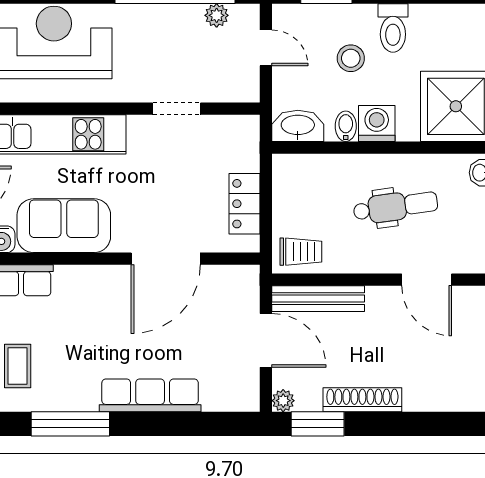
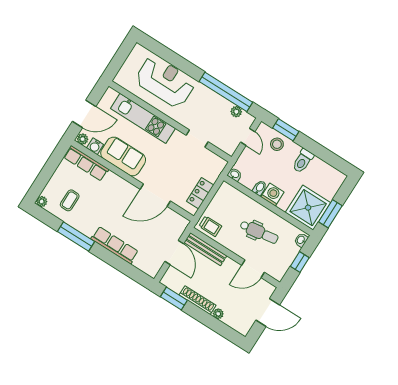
stool: (351, 58) -> (277, 144), moved
washbasin: (298, 126) -> (235, 175), width x0.52, depth x0.69
door: (427, 280) -> (253, 269), hinge flipped
plant: (283, 401) -> (218, 314), moved

